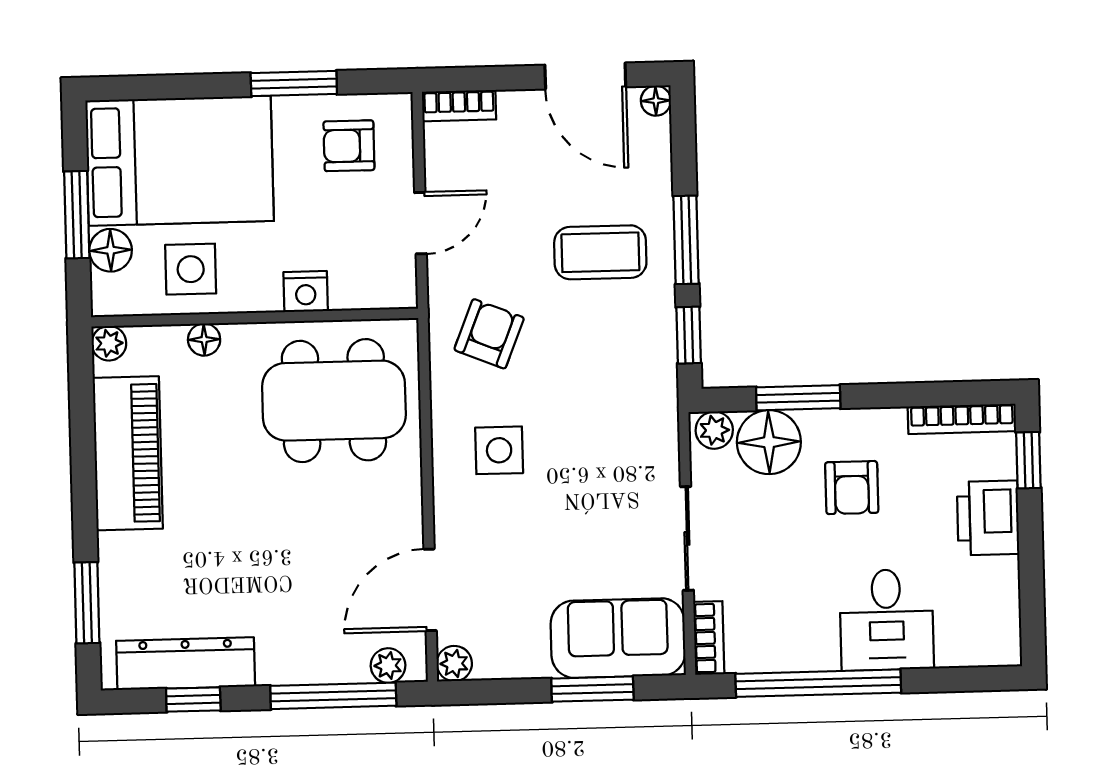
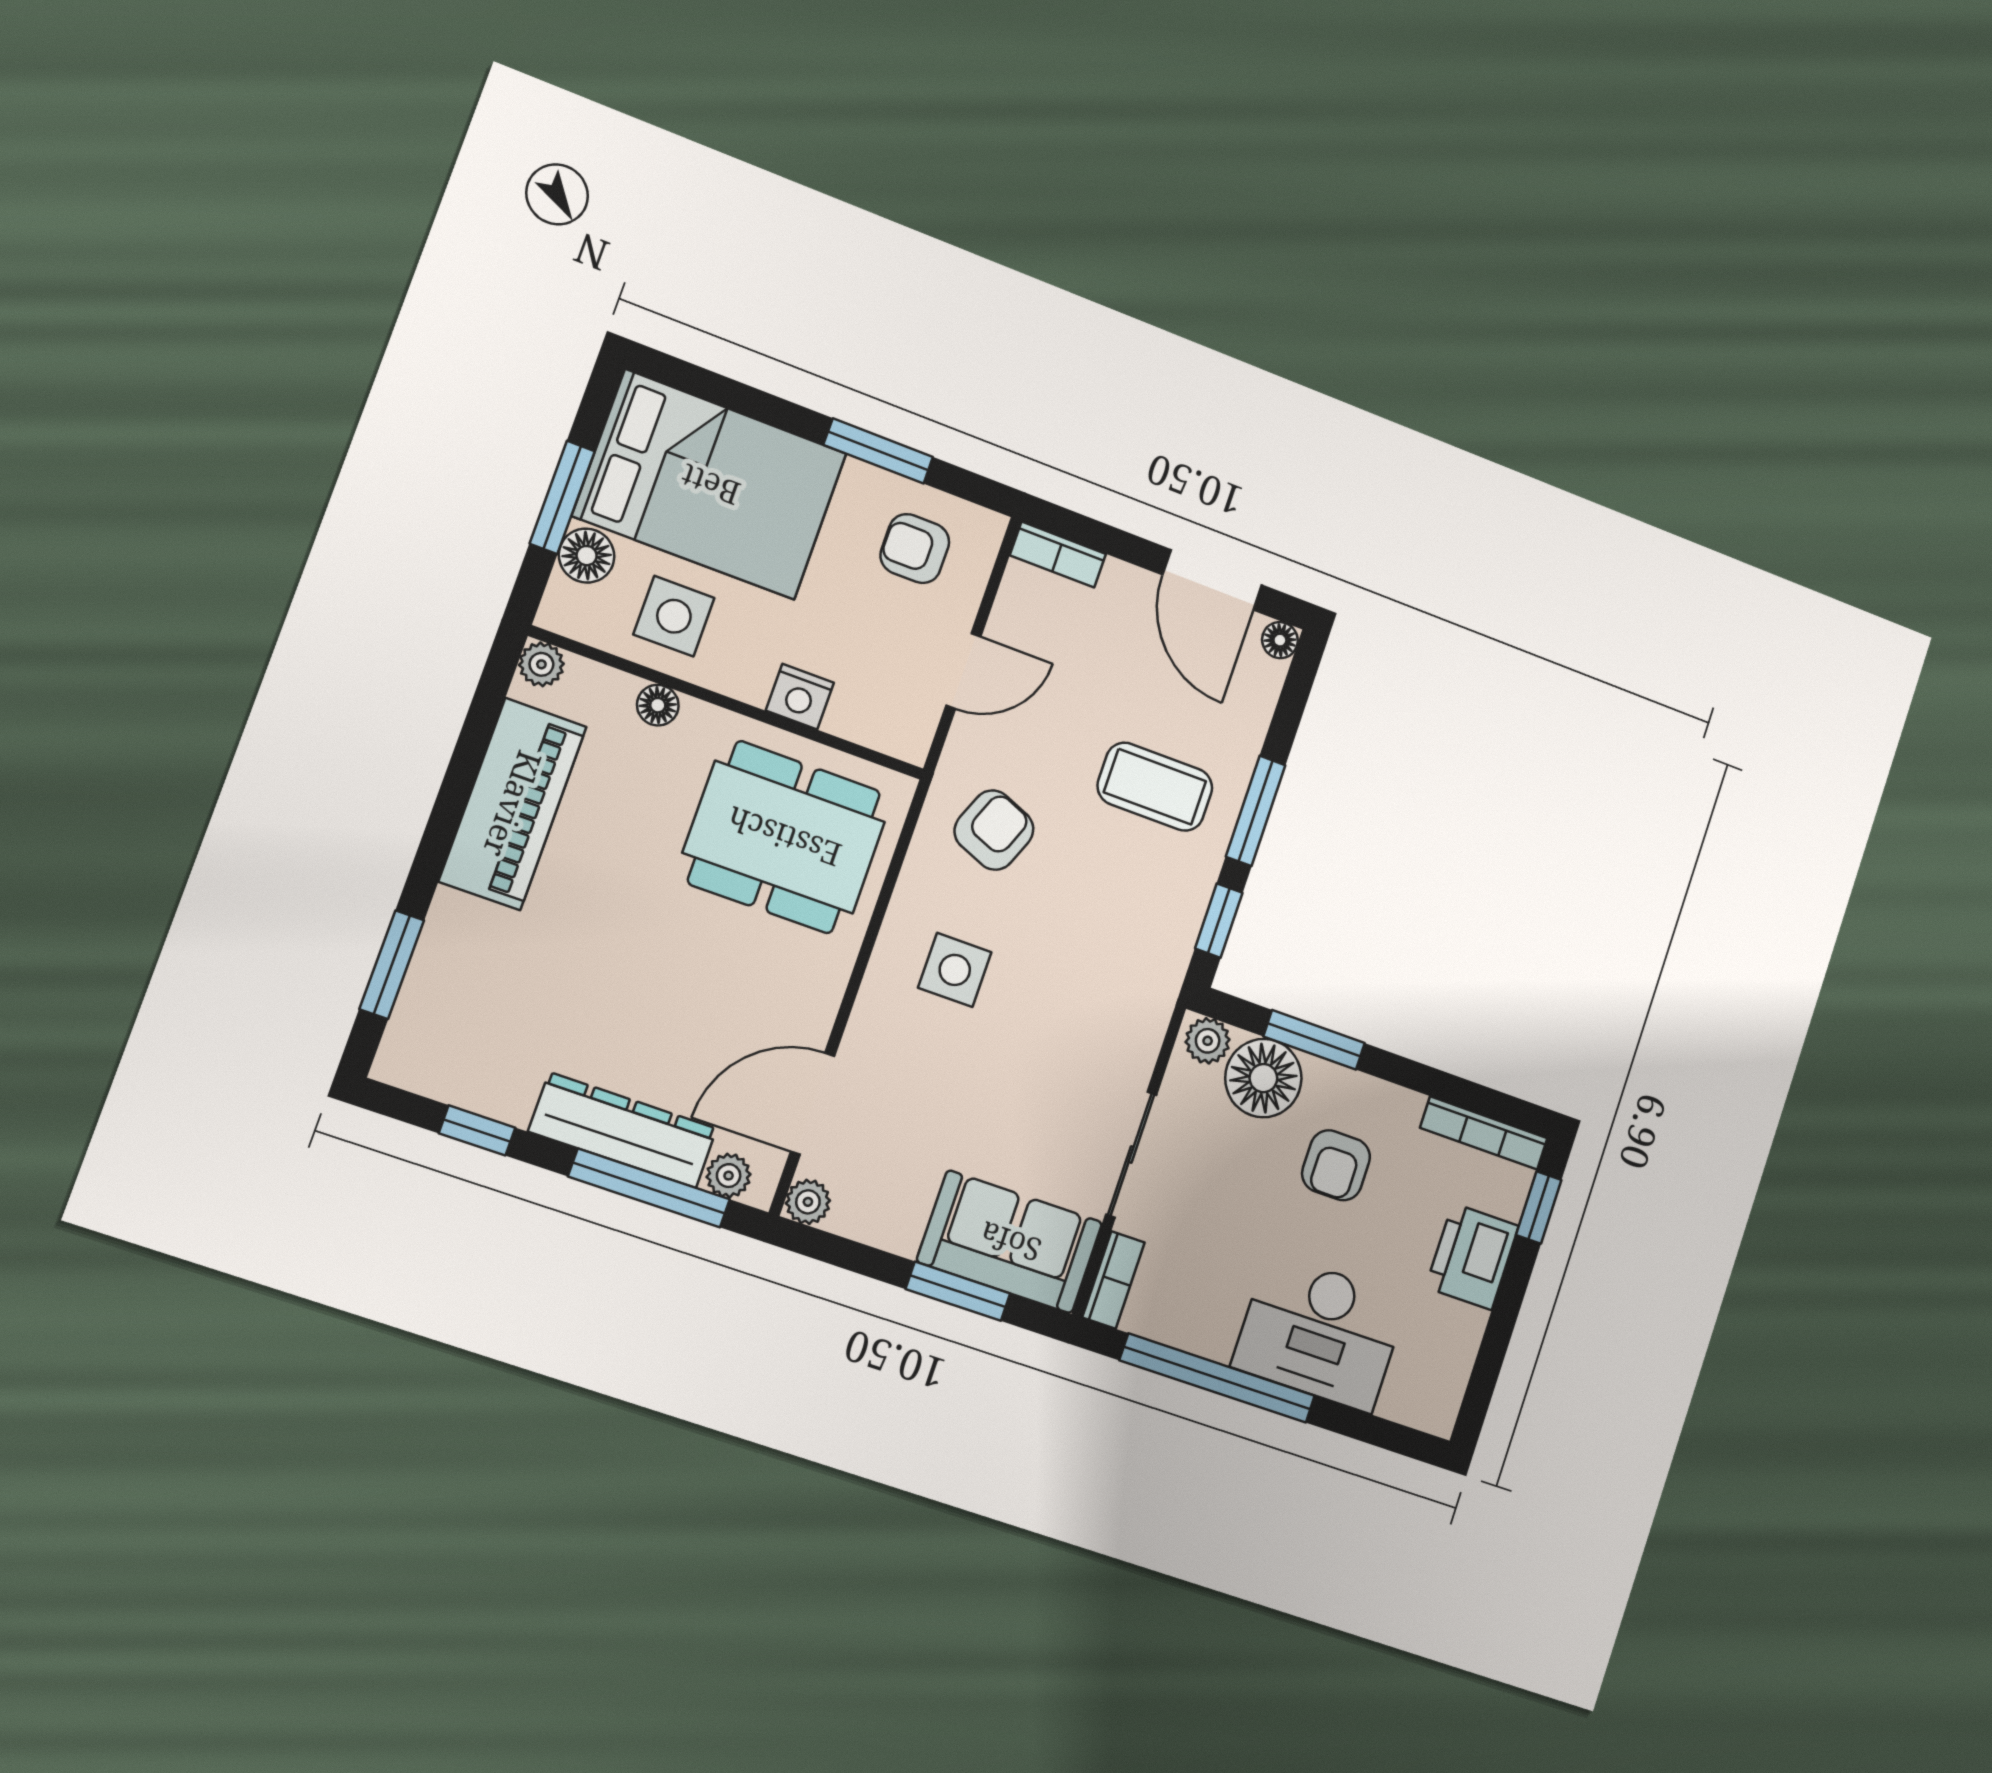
desk: (887, 620) -> (1320, 1332), width x1.37
dresser: (186, 664) -> (623, 1130), moved

